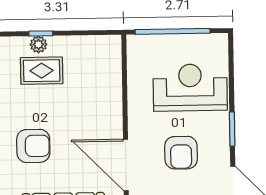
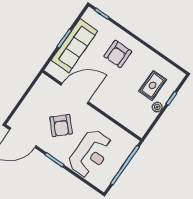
plant: (38, 44) -> (157, 107), moved
armchair: (181, 153) -> (61, 126), turned -133

